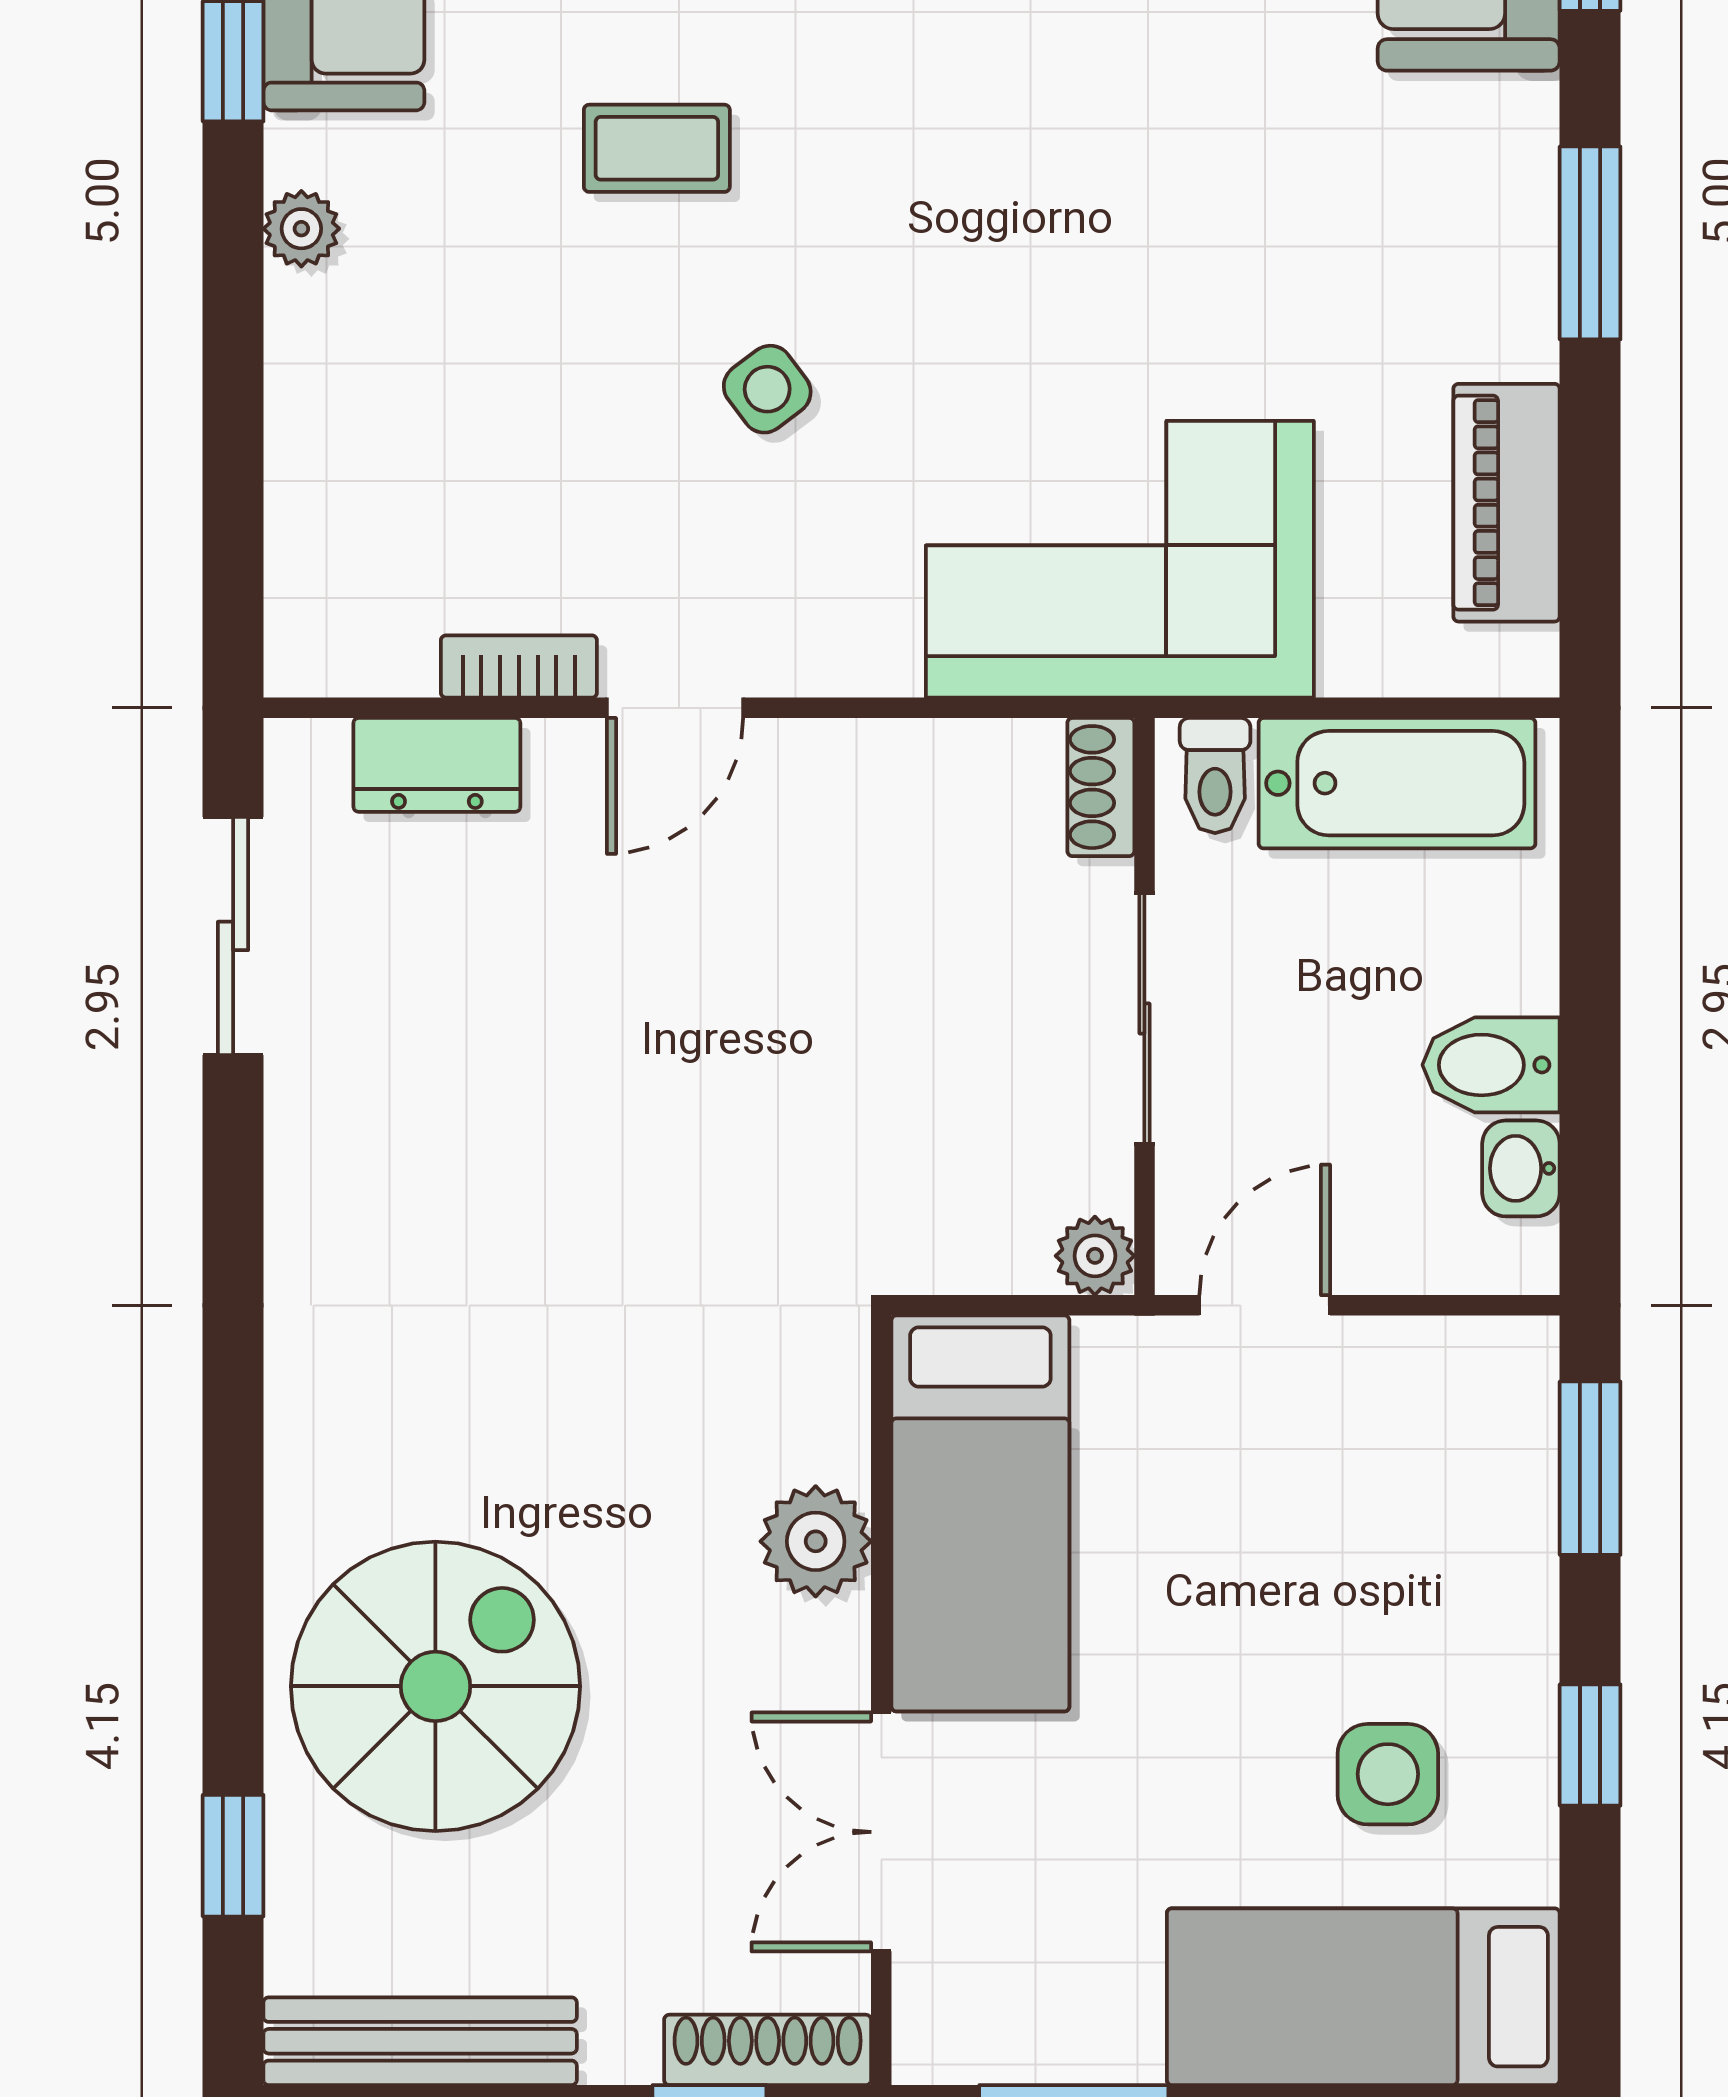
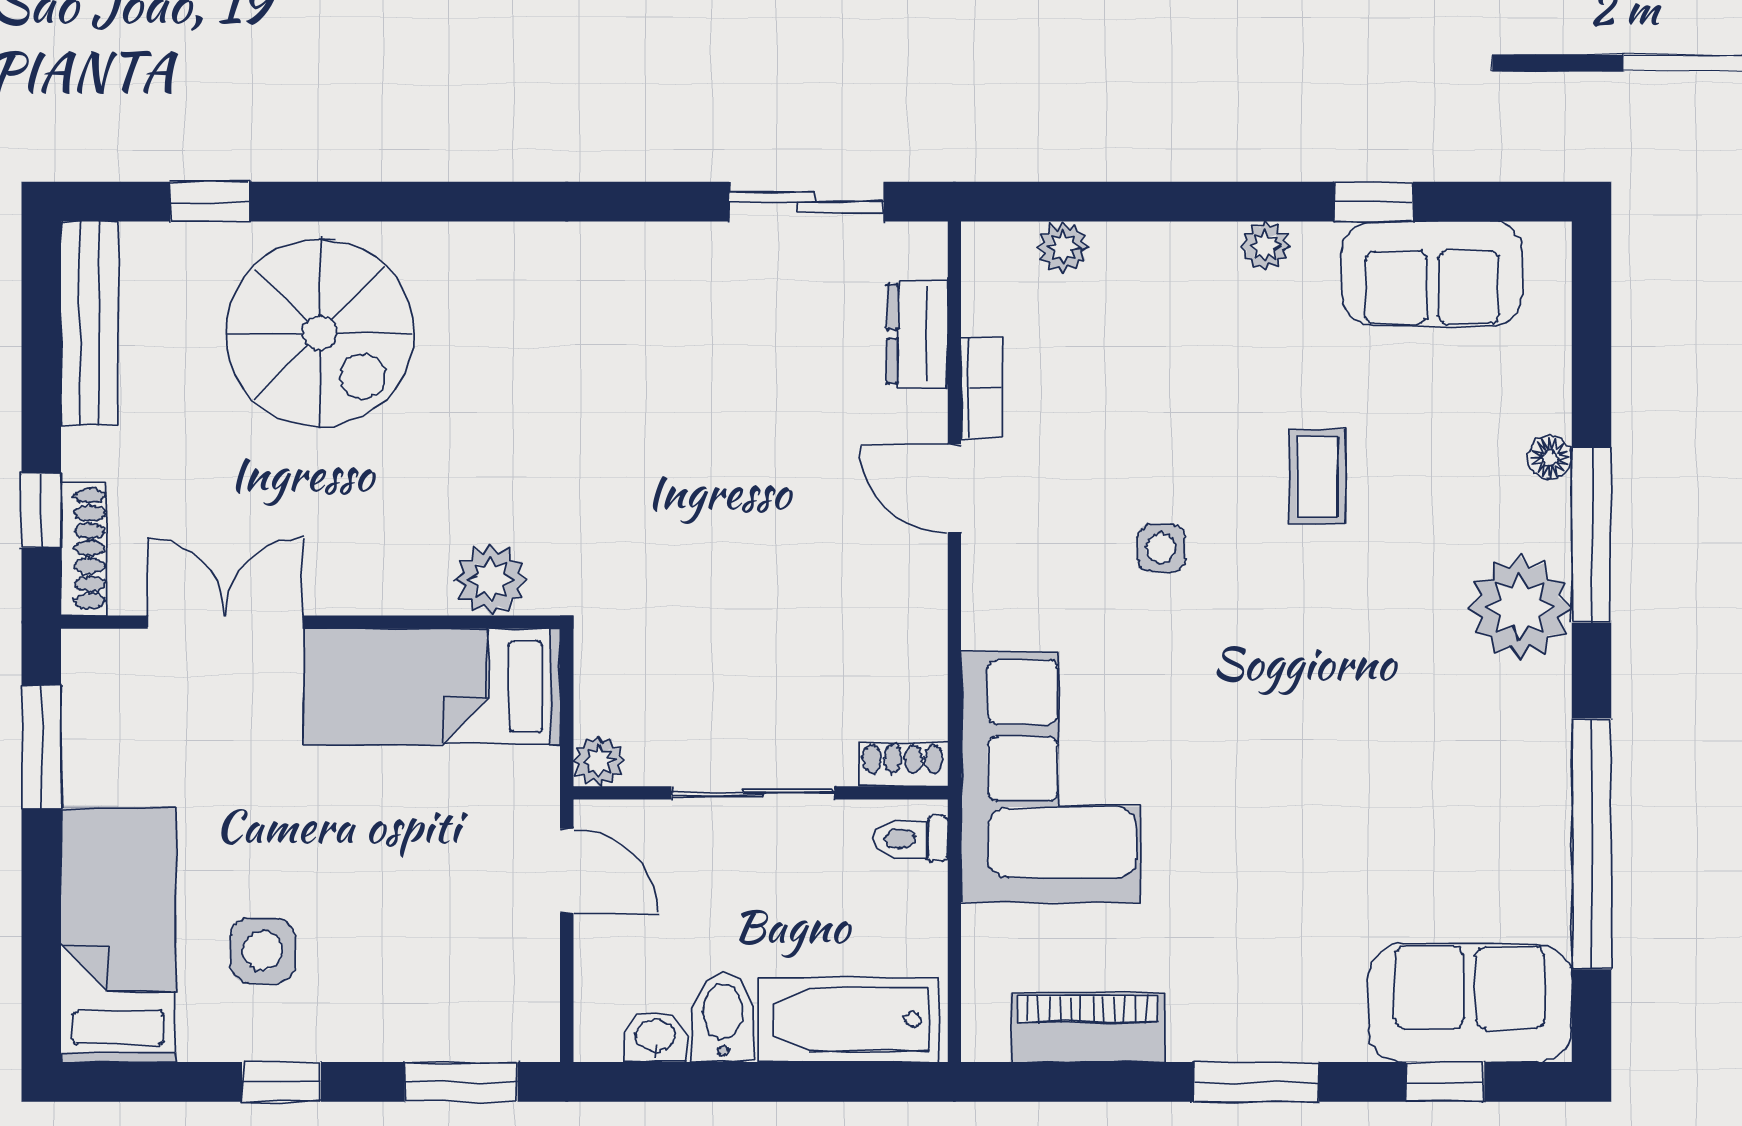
side table: (767, 389) -> (1161, 548), turned 37
plant: (303, 540) -> (1063, 247), added
bathtub: (1397, 783) -> (848, 1020), moved, turned 90
plant: (816, 1541) -> (491, 580), moved

